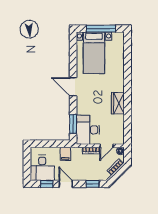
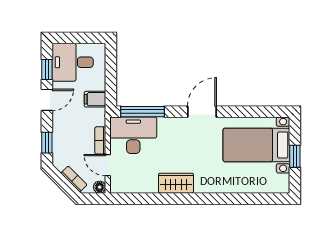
window: (101, 29) -> (295, 156), width x0.46
window: (73, 124) -> (142, 112), width x1.44

